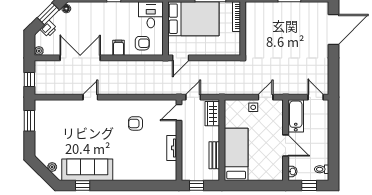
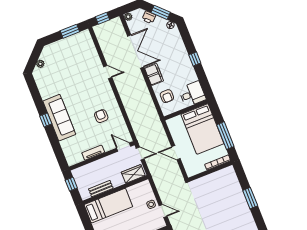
filing cabinet: (118, 48) -> (154, 74), width x2.00
door: (181, 58) -> (176, 153), moved
sofa: (87, 170) -> (59, 118), moved
window: (83, 185) -> (46, 120), moved

